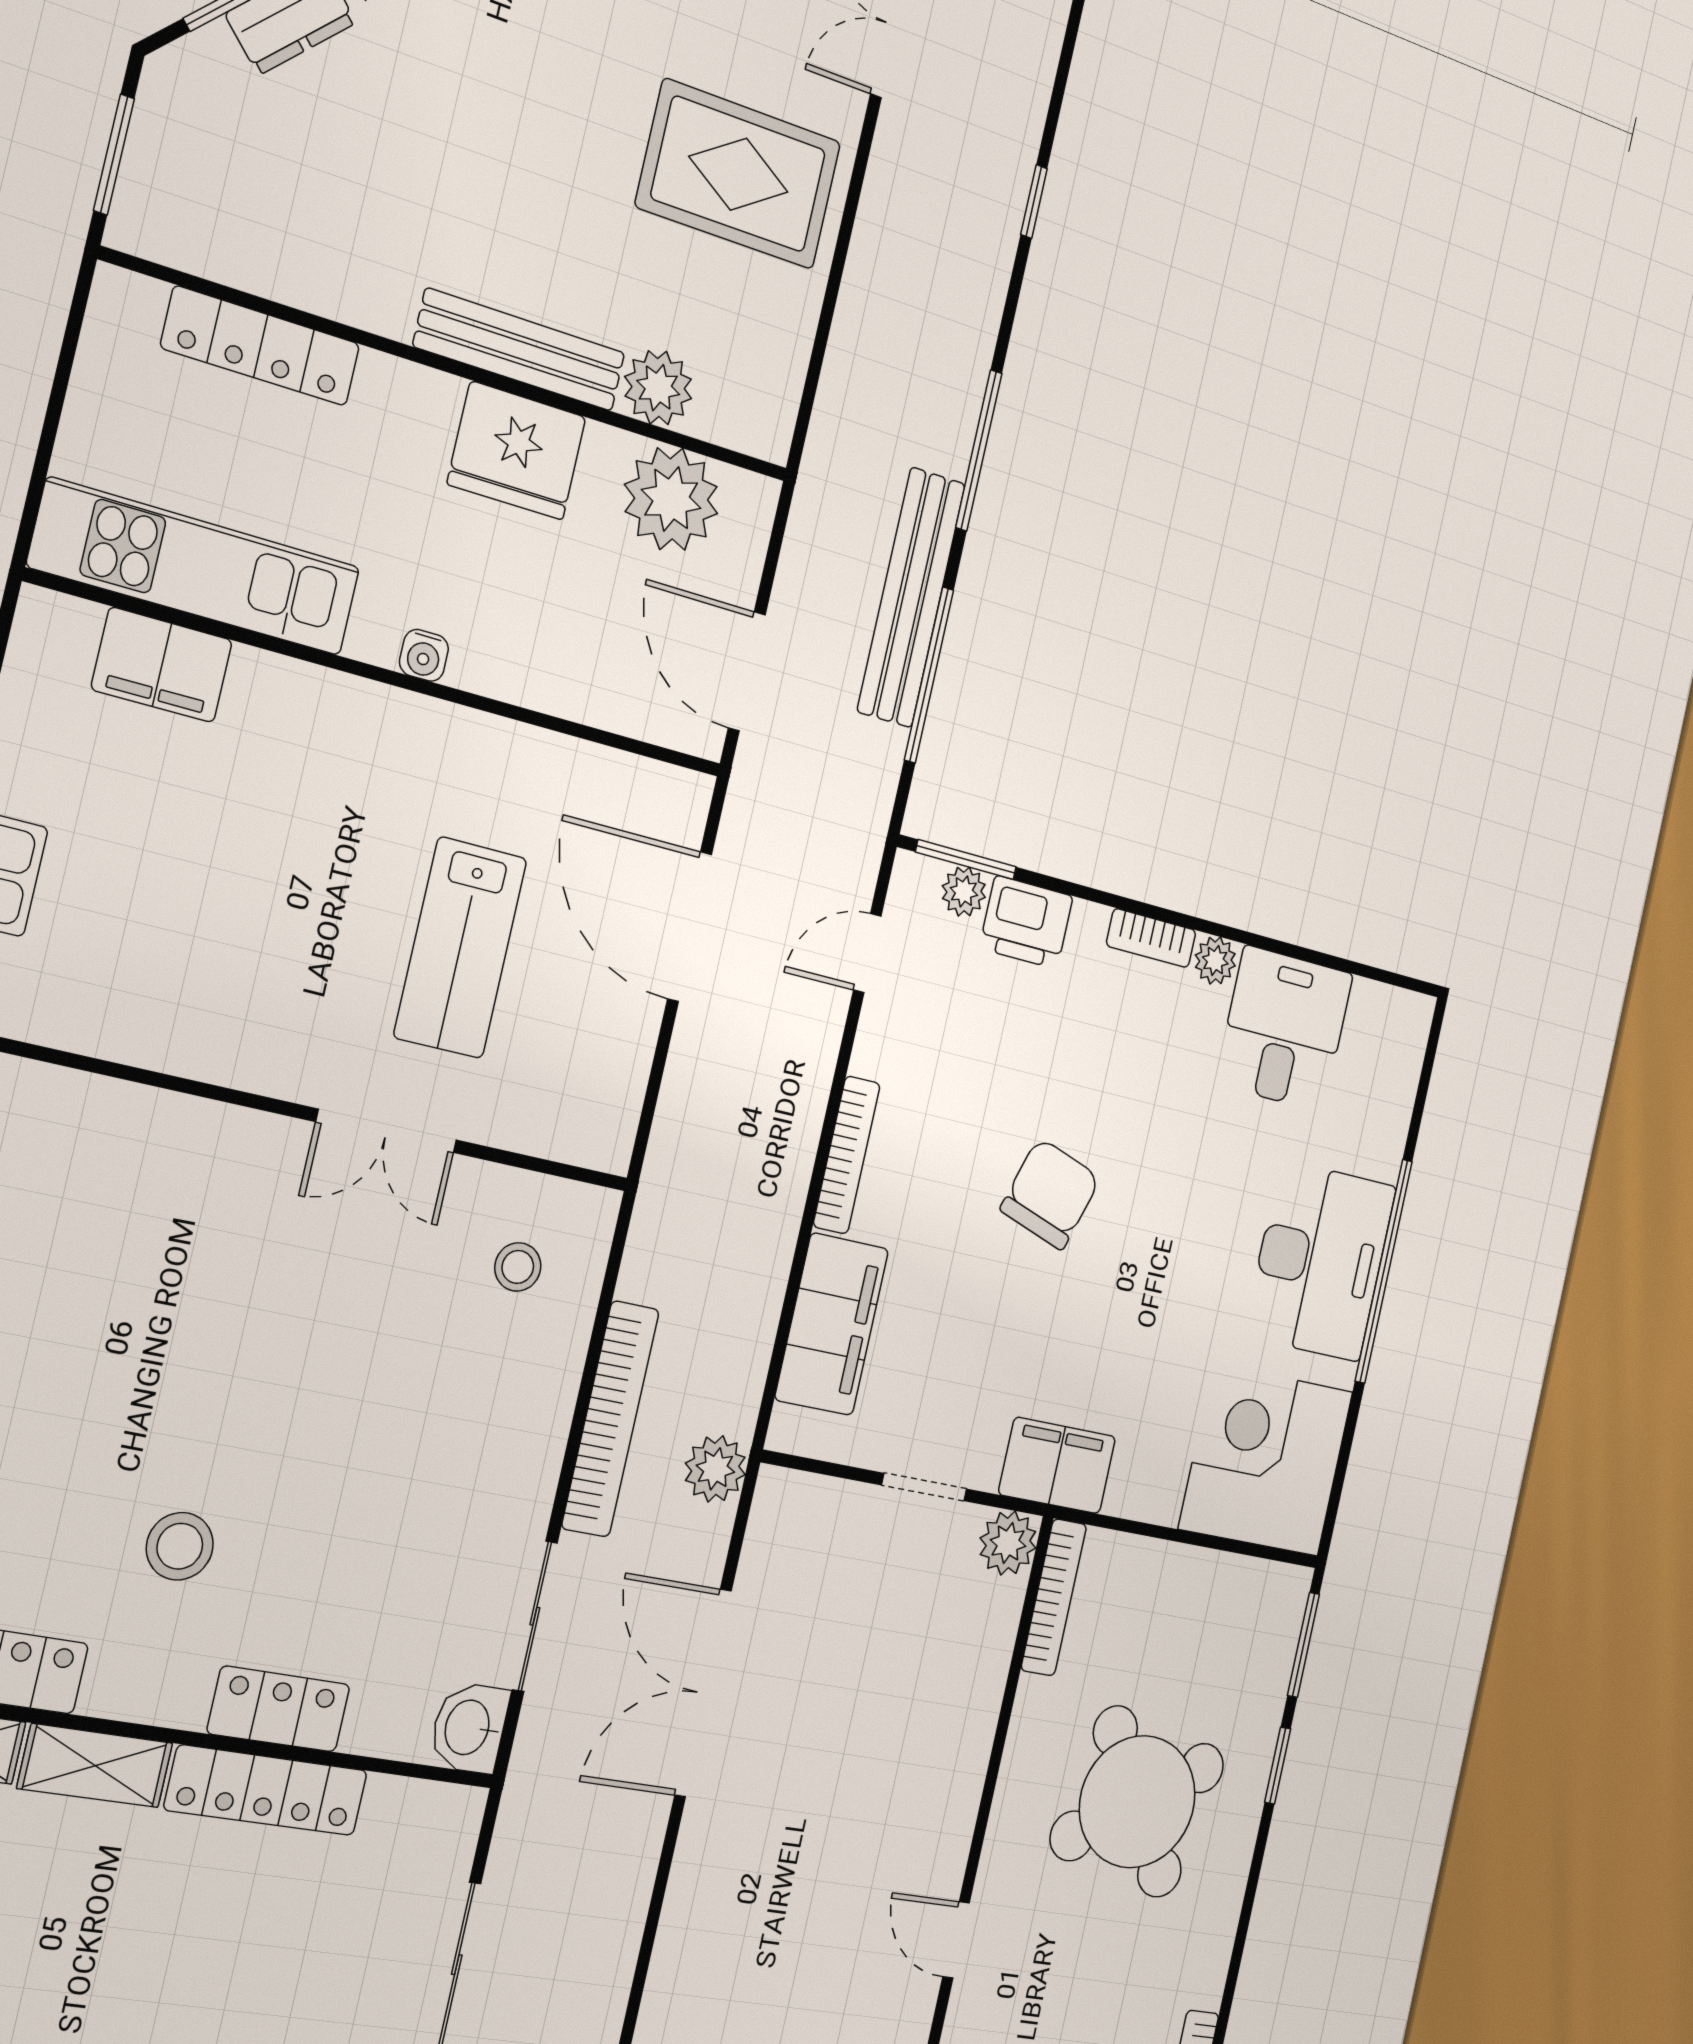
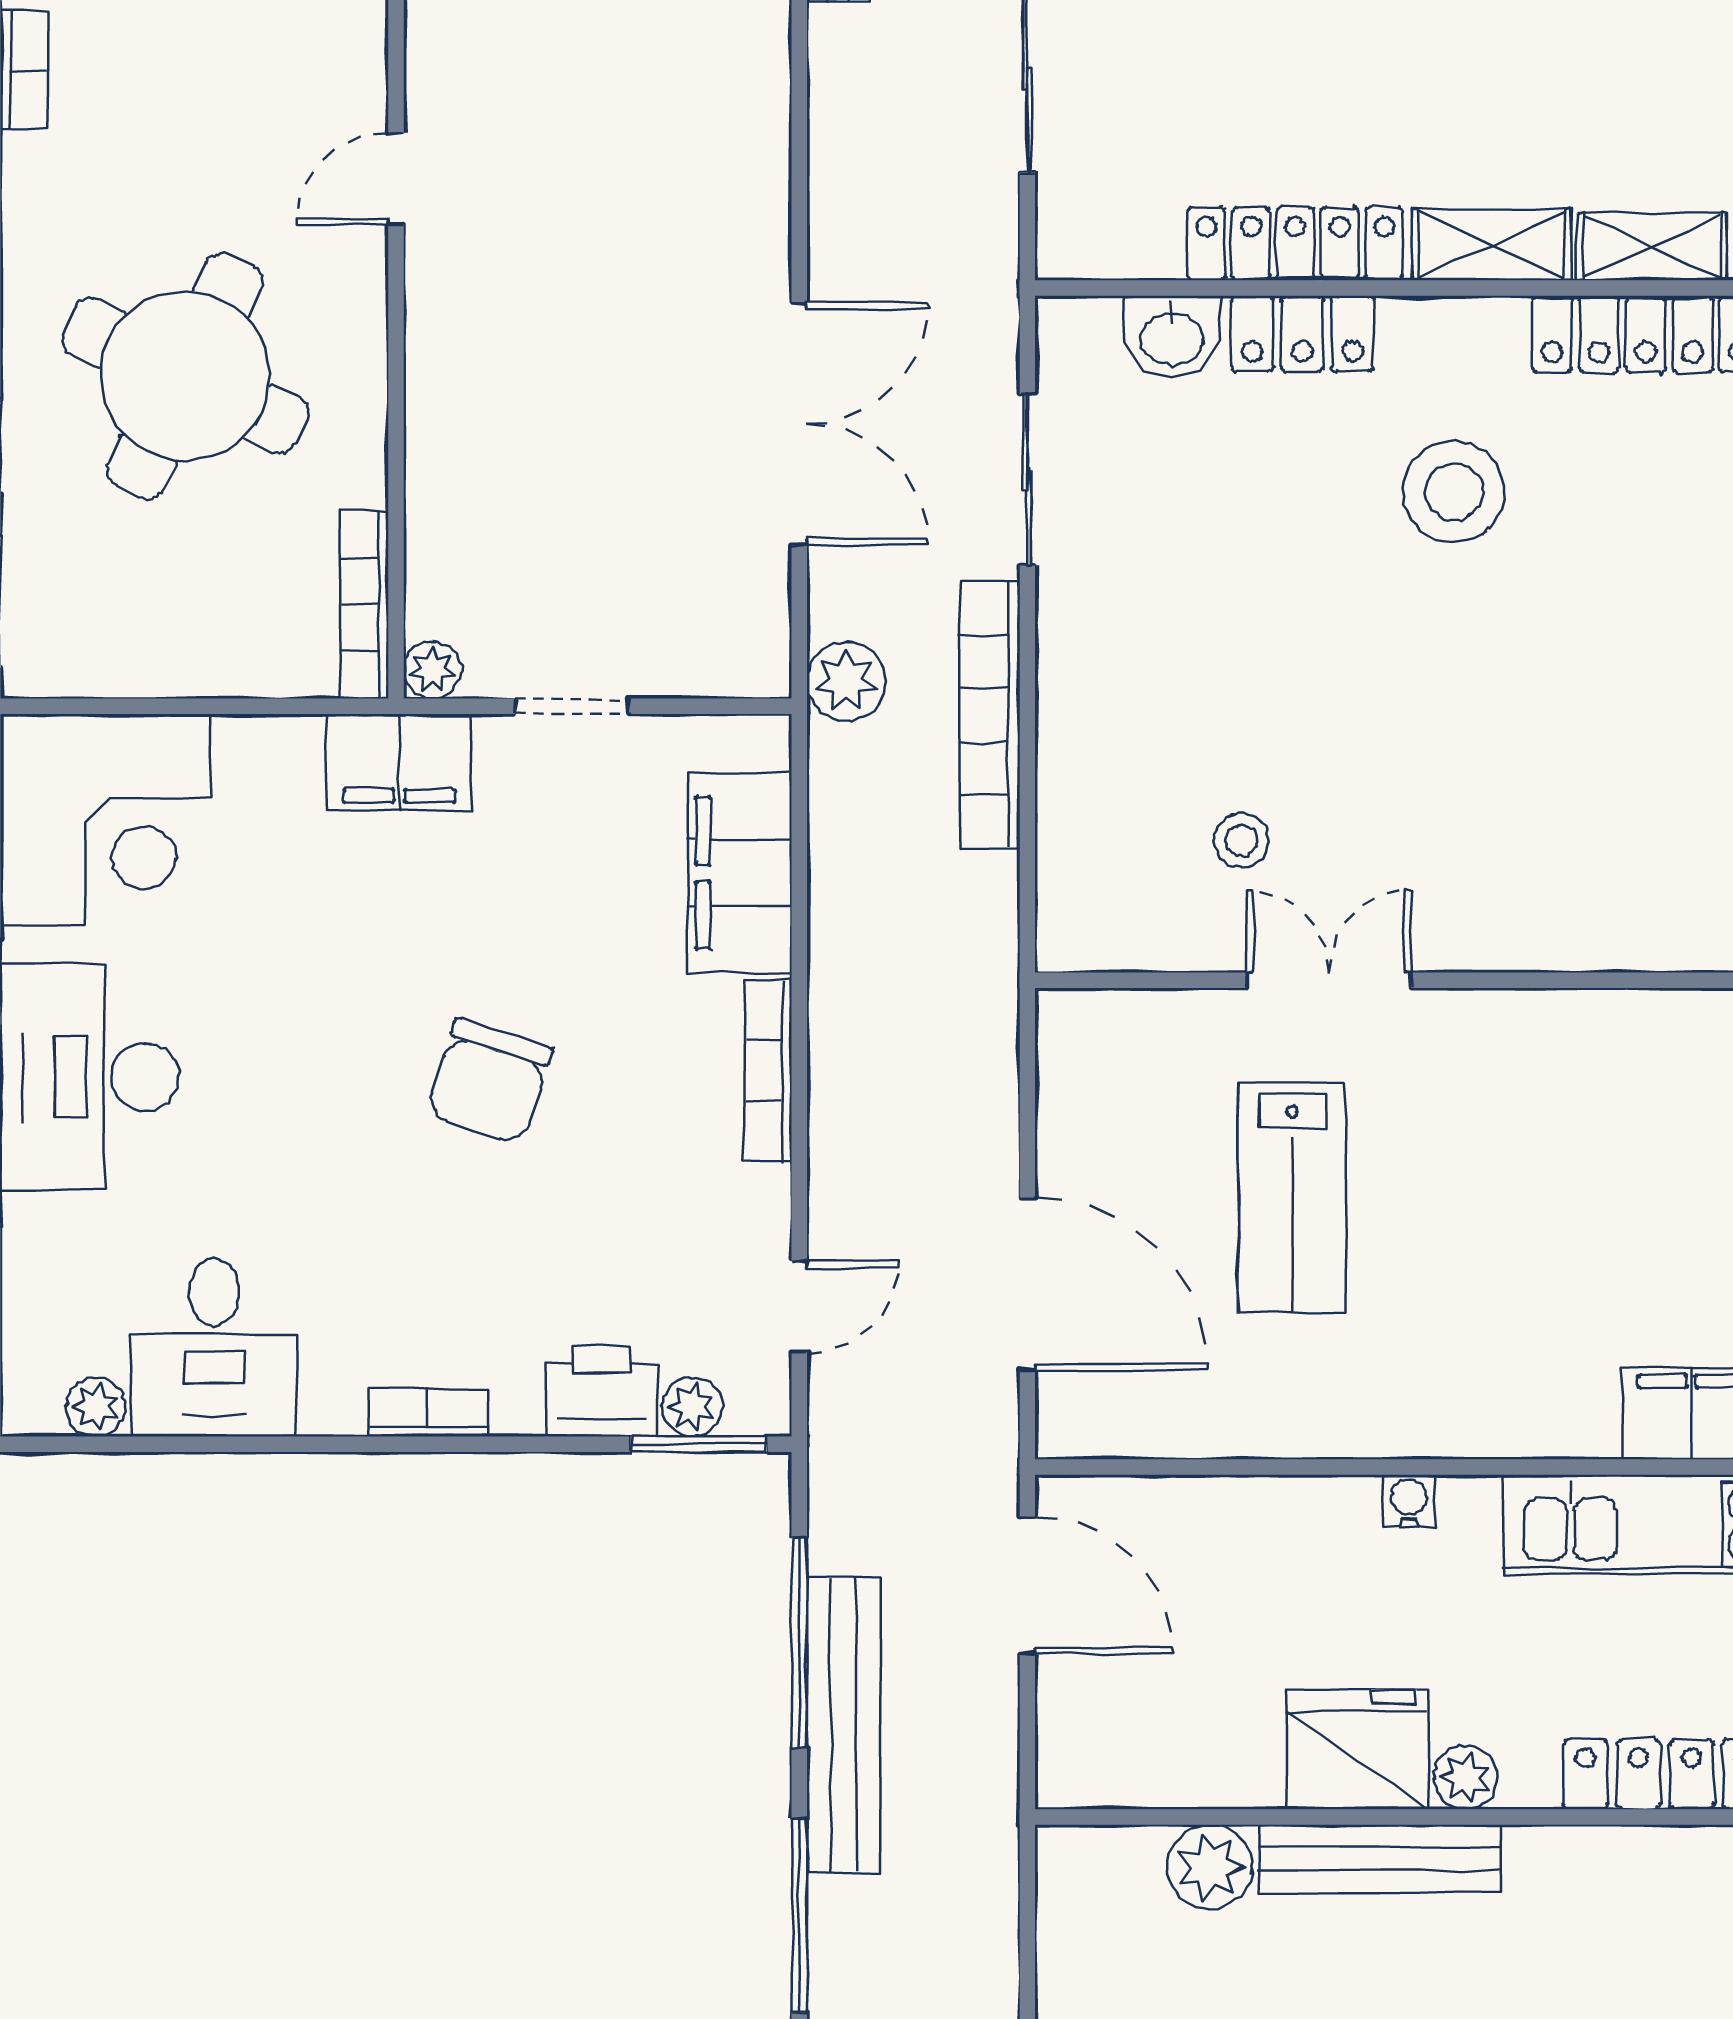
plant: (671, 499) -> (1465, 1778), moved, width x0.53, depth x0.53
lab bench: (460, 948) -> (1292, 1197), turned 180
plant: (1215, 960) -> (96, 1407), moved
stool: (518, 1267) -> (1242, 840), moved
plant: (1008, 1543) -> (432, 670), width x0.73, depth x0.73
stool: (180, 1546) -> (1454, 492), width x1.38, depth x1.38
washbasin: (469, 1728) -> (1172, 337), moved, turned 90
round table: (1137, 1802) -> (185, 376), turned -31
door: (956, 1940) -> (396, 179), swing flipped

